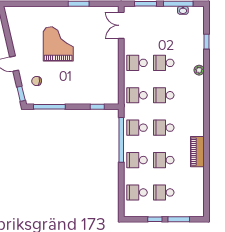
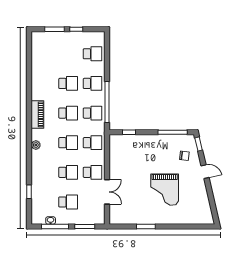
double door: (121, 25) -> (107, 192), moved
plant: (199, 70) -> (36, 145), moved
piano: (197, 152) -> (37, 114), moved
school desk: (164, 192) -> (68, 202), moved

